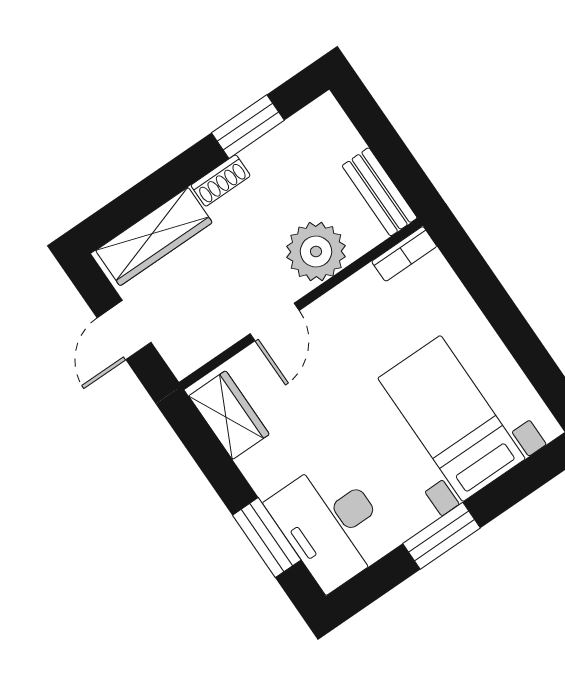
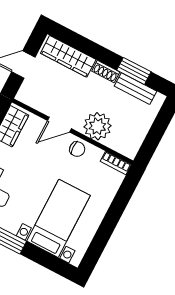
bench: (380, 192) -> (136, 89), moved, turned 90
chair: (339, 313) -> (77, 149), added

